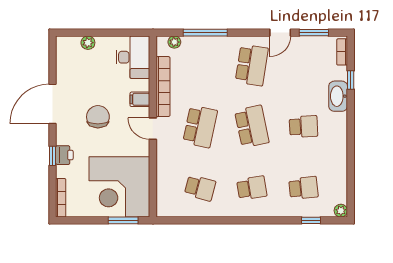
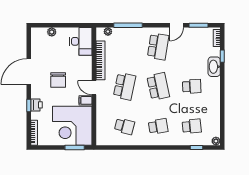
filing cabinet: (140, 99) -> (85, 100), moved
chair: (98, 117) -> (58, 80), turned 180

